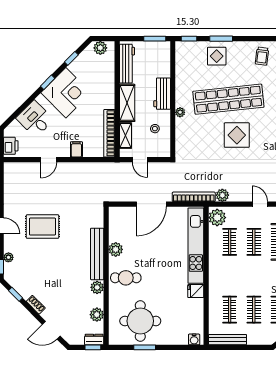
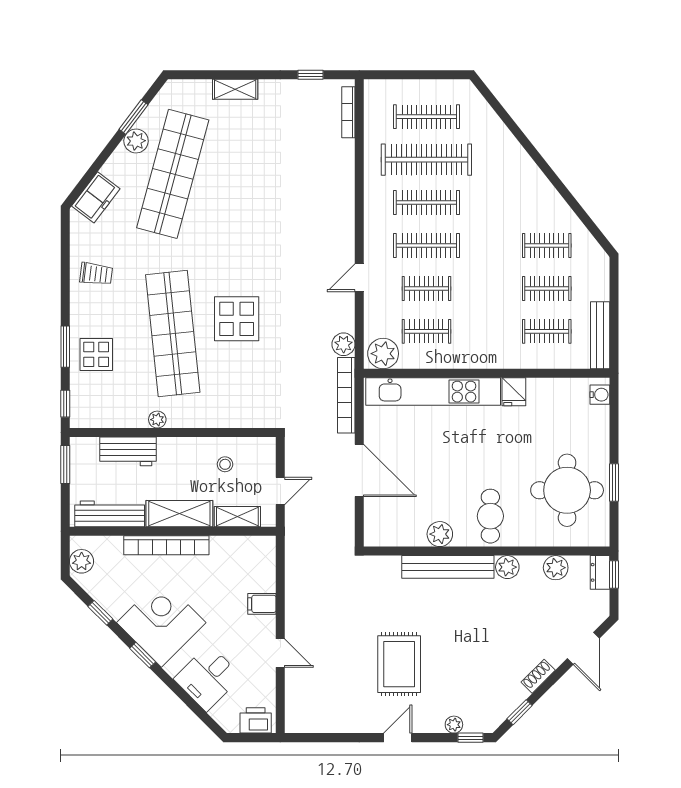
workbench: (162, 94) -> (128, 451), moved
plant: (180, 112) -> (157, 420), moved
bookcase: (109, 133) -> (166, 545), moved

